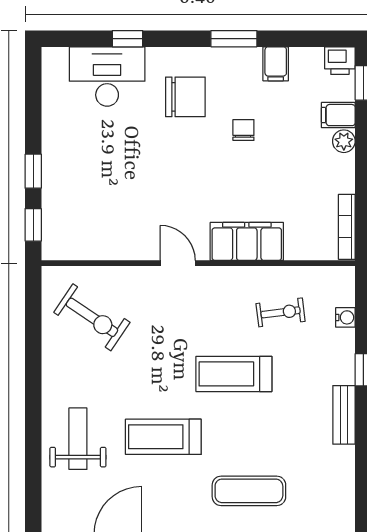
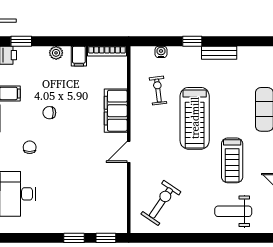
chair: (185, 97) -> (30, 147), width x0.54, depth x0.54
filing cabinet: (338, 115) -> (79, 56), moved
treadmill: (234, 374) -> (195, 118), width x1.37, depth x1.38

